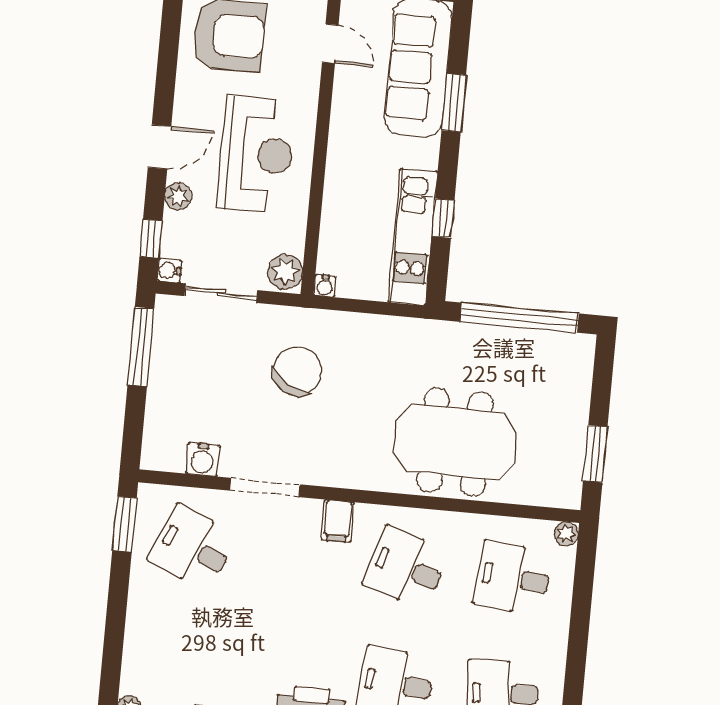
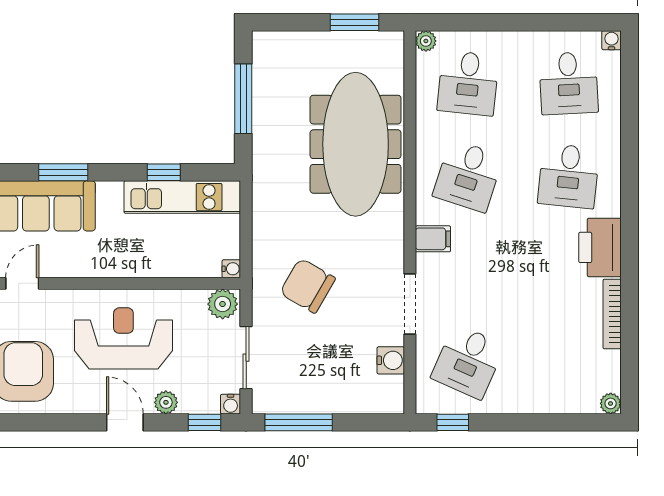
window: (519, 318) -> (243, 99), width x0.68
meeting table: (455, 442) -> (356, 144), width x1.36
window: (124, 524) -> (453, 422), width x0.67

